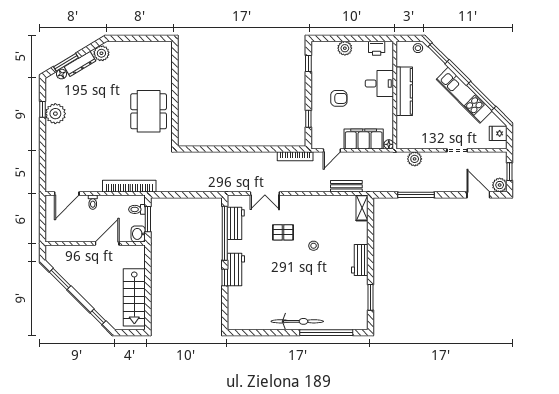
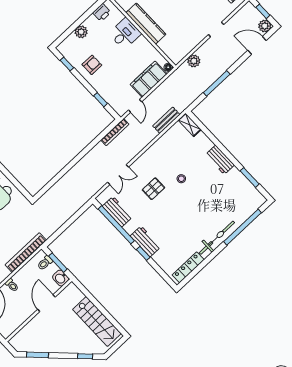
armchair: (339, 98) -> (92, 65), moved
locker: (251, 324) -> (188, 267), added

